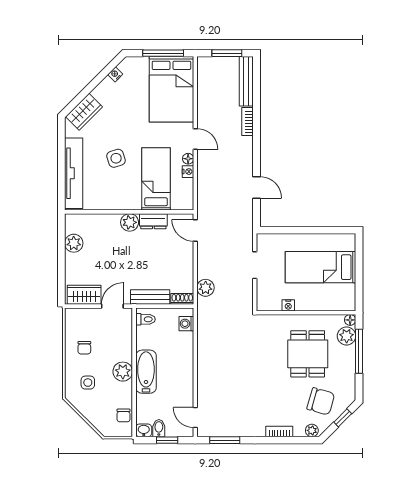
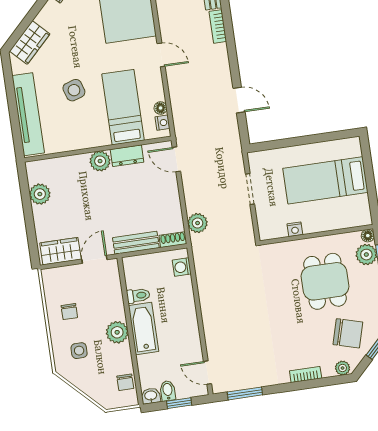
floor lamp: (188, 159) -> (161, 108), moved
nightstand: (188, 172) -> (162, 123), moved
toilet: (145, 319) -> (138, 296), moved

